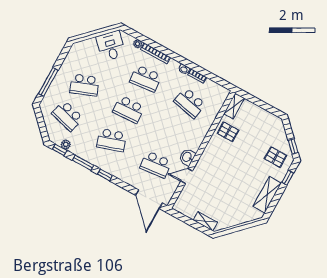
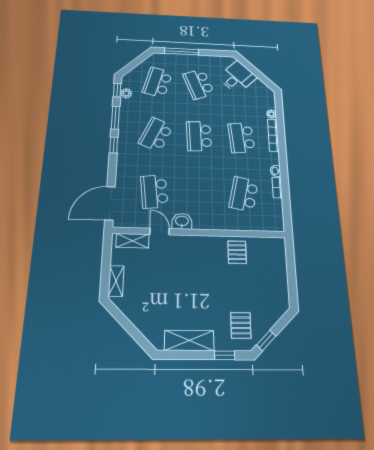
desk: (111, 46) -> (237, 77), moved
shelving: (234, 106) -> (132, 241), moved
school desk: (112, 140) -> (156, 134), turned 42

